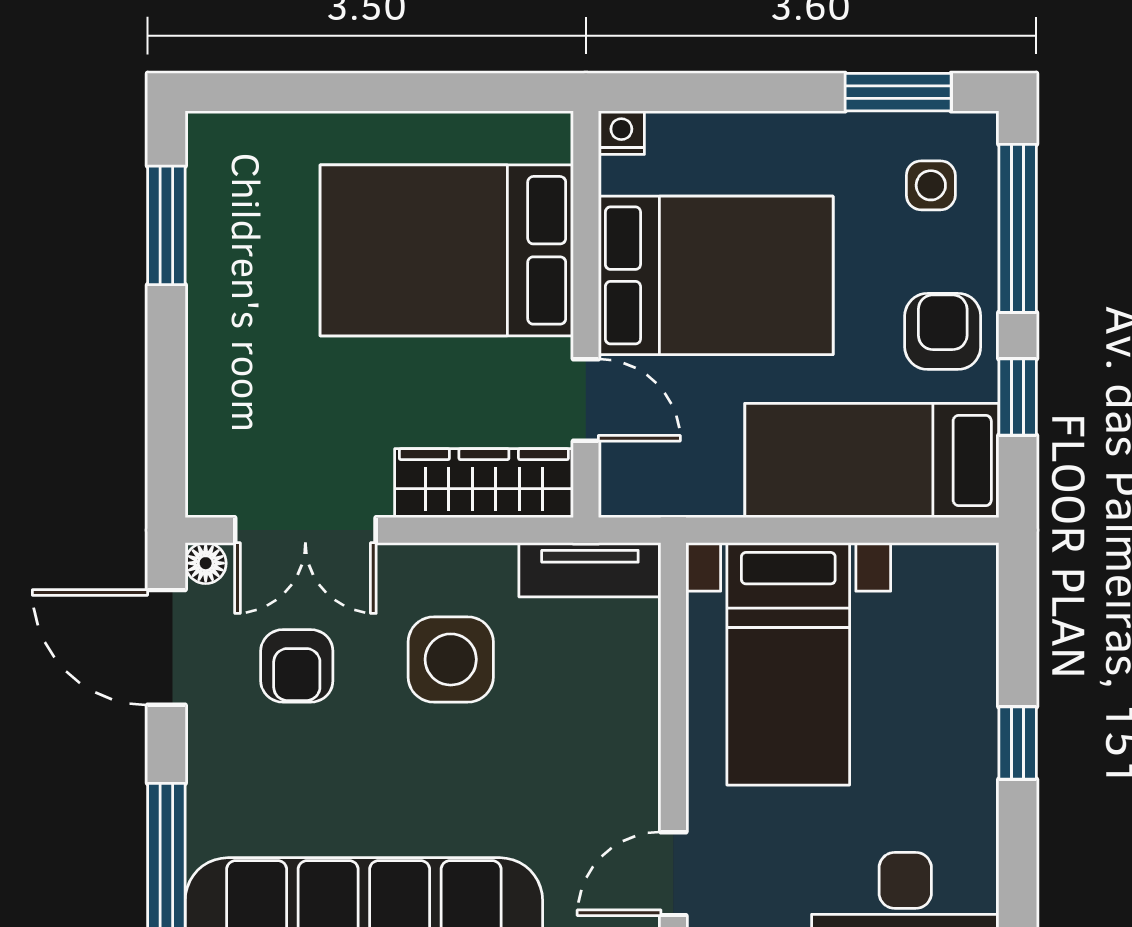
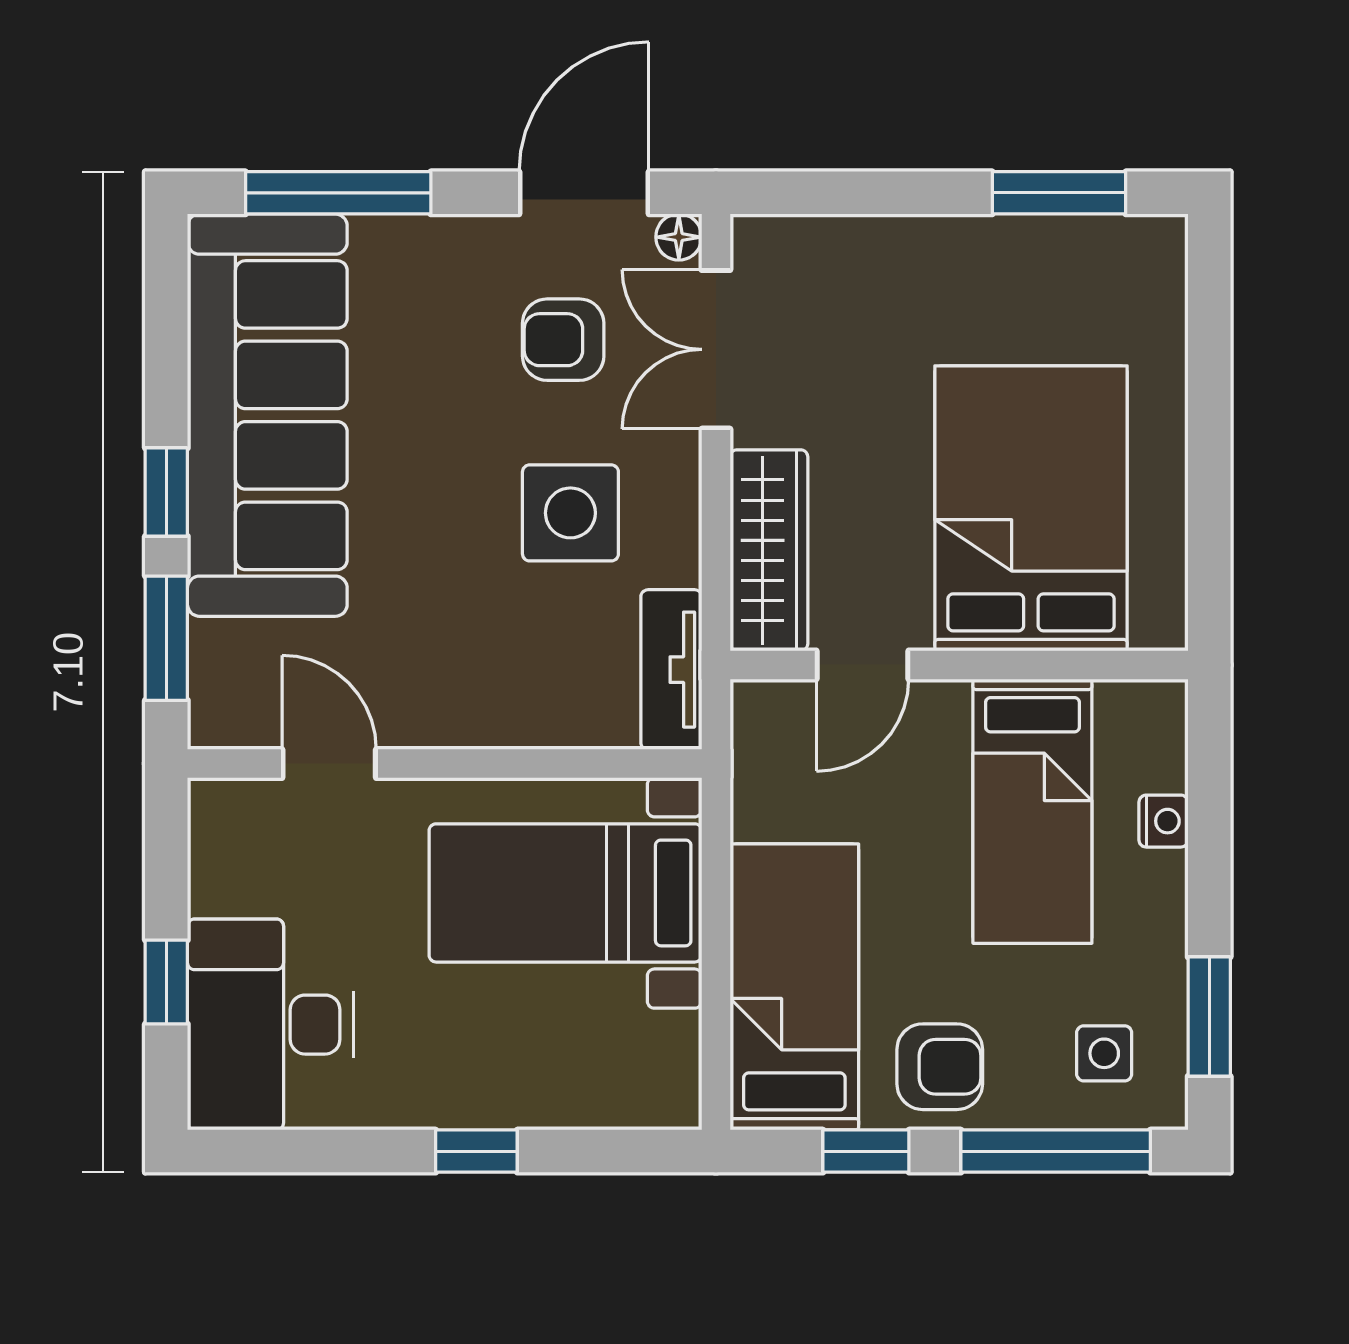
nightstand: (621, 133) -> (1163, 821), moved
bed: (716, 275) -> (1032, 811), width x0.67

